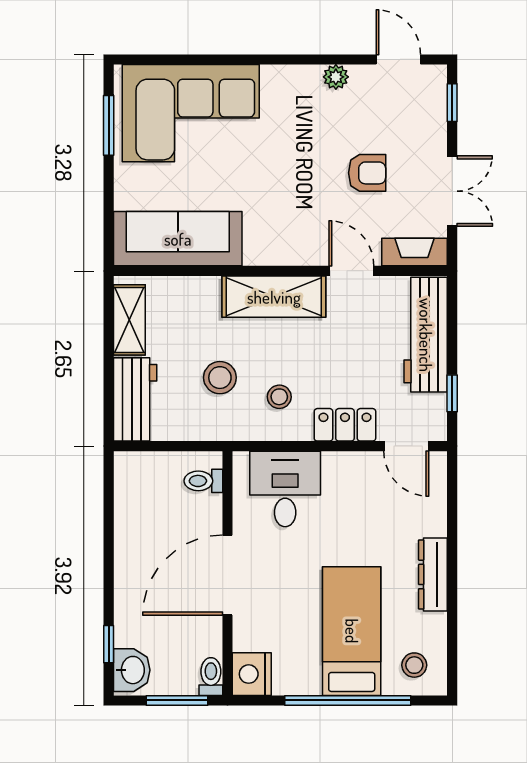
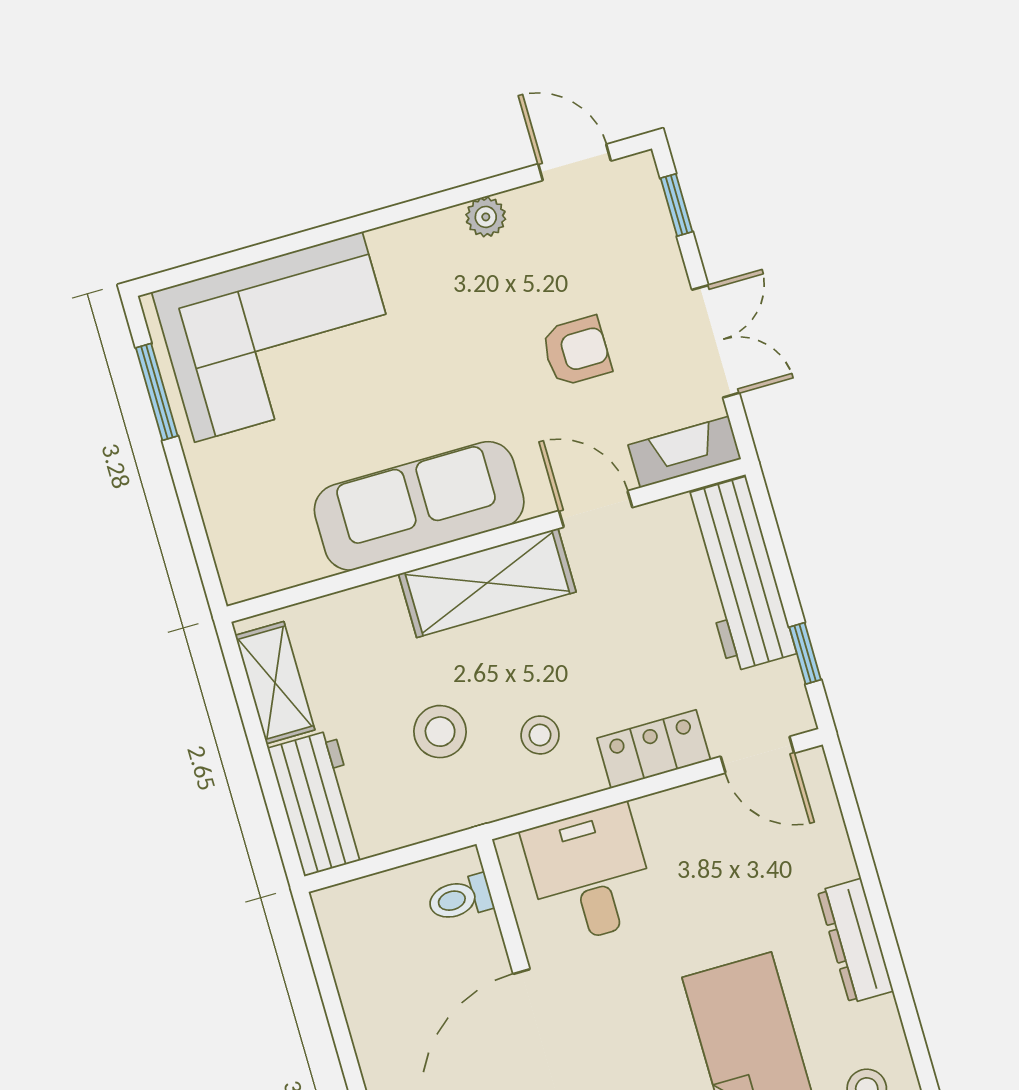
sofa: (178, 239) -> (419, 506), moved

